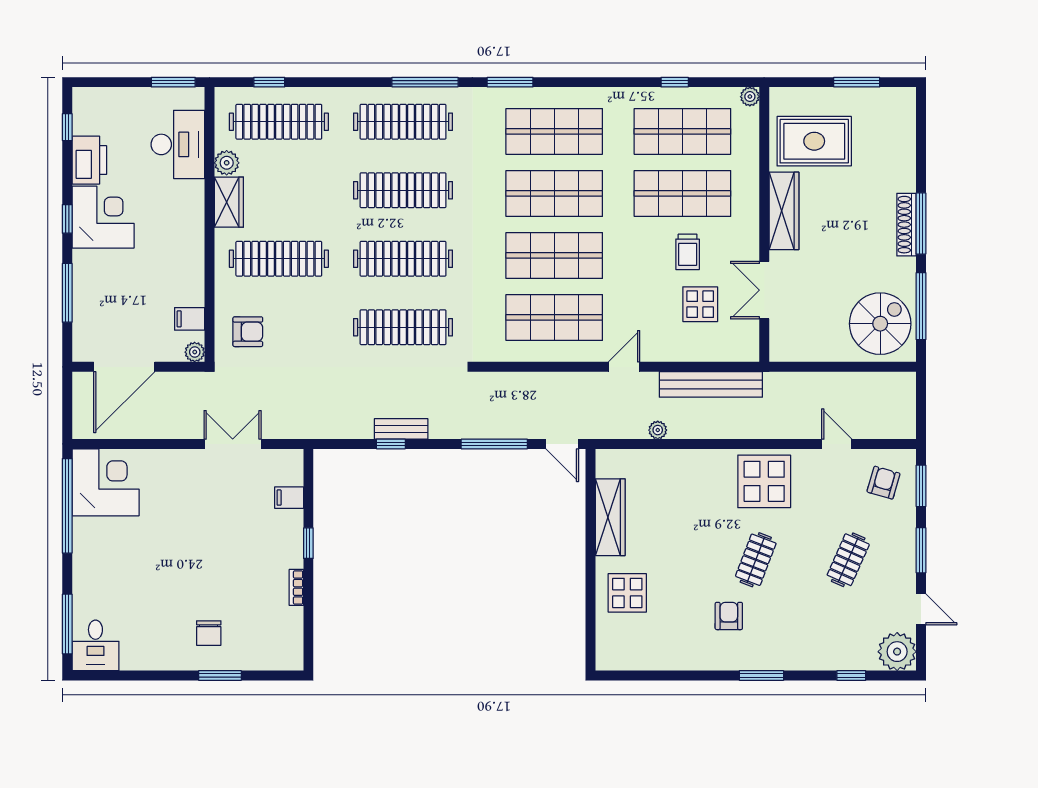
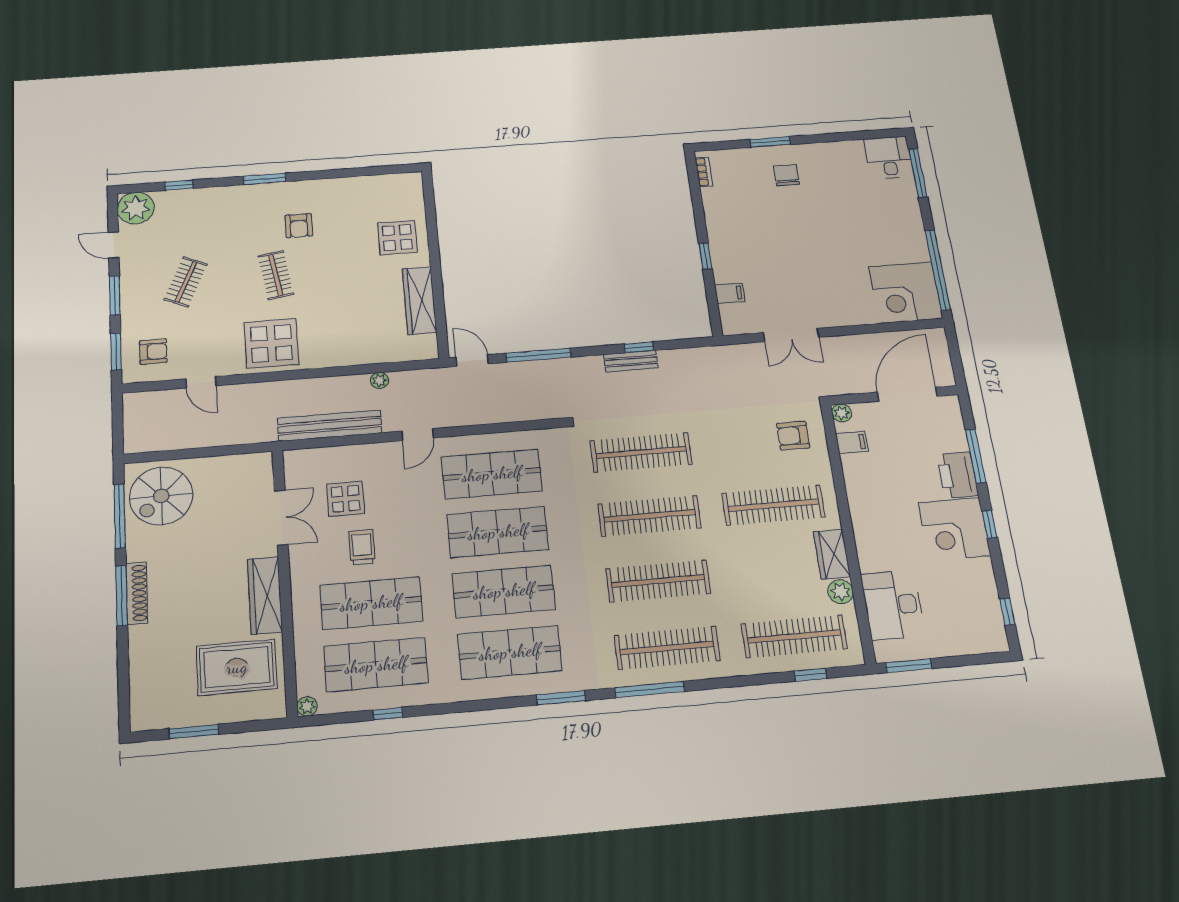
printer: (89, 160) -> (958, 475), moved
armchair: (884, 483) -> (153, 352), turned -106
clothes rail: (756, 560) -> (276, 275), turned -30
bookcase: (296, 587) -> (704, 172), moved

